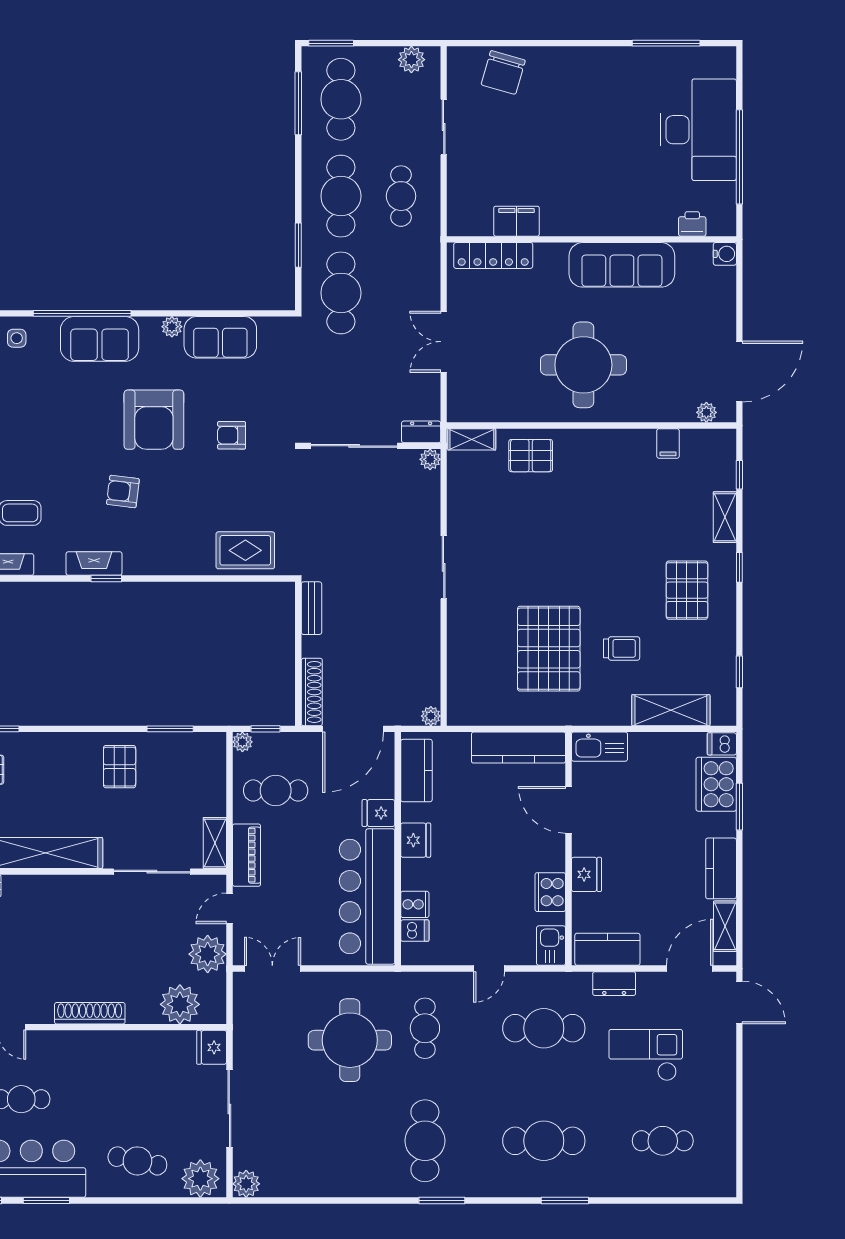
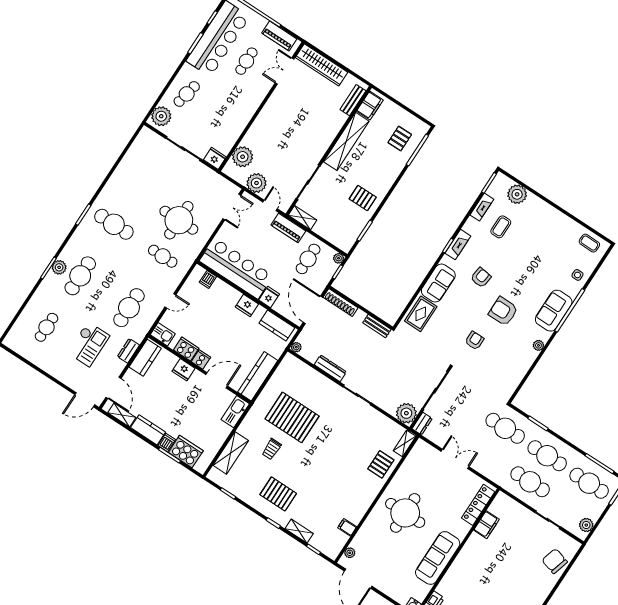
cafe table: (401, 196) -> (530, 482), width x1.37, depth x1.35
sofa: (220, 337) -> (438, 283), moved, turned 180
armchair: (154, 420) -> (503, 311), width x0.73, depth x0.73
plant: (430, 459) -> (406, 413), width x1.87, depth x1.87
dresser: (429, 639) -> (330, 368), added
dishwasher: (722, 744) -> (167, 443), moved
cooker: (415, 904) -> (201, 359), moved, turned 180
door: (489, 969) -> (170, 301), swing flipped
shoe rack: (90, 1013) -> (264, 115), removed
plant: (246, 1184) -> (59, 267), moved

